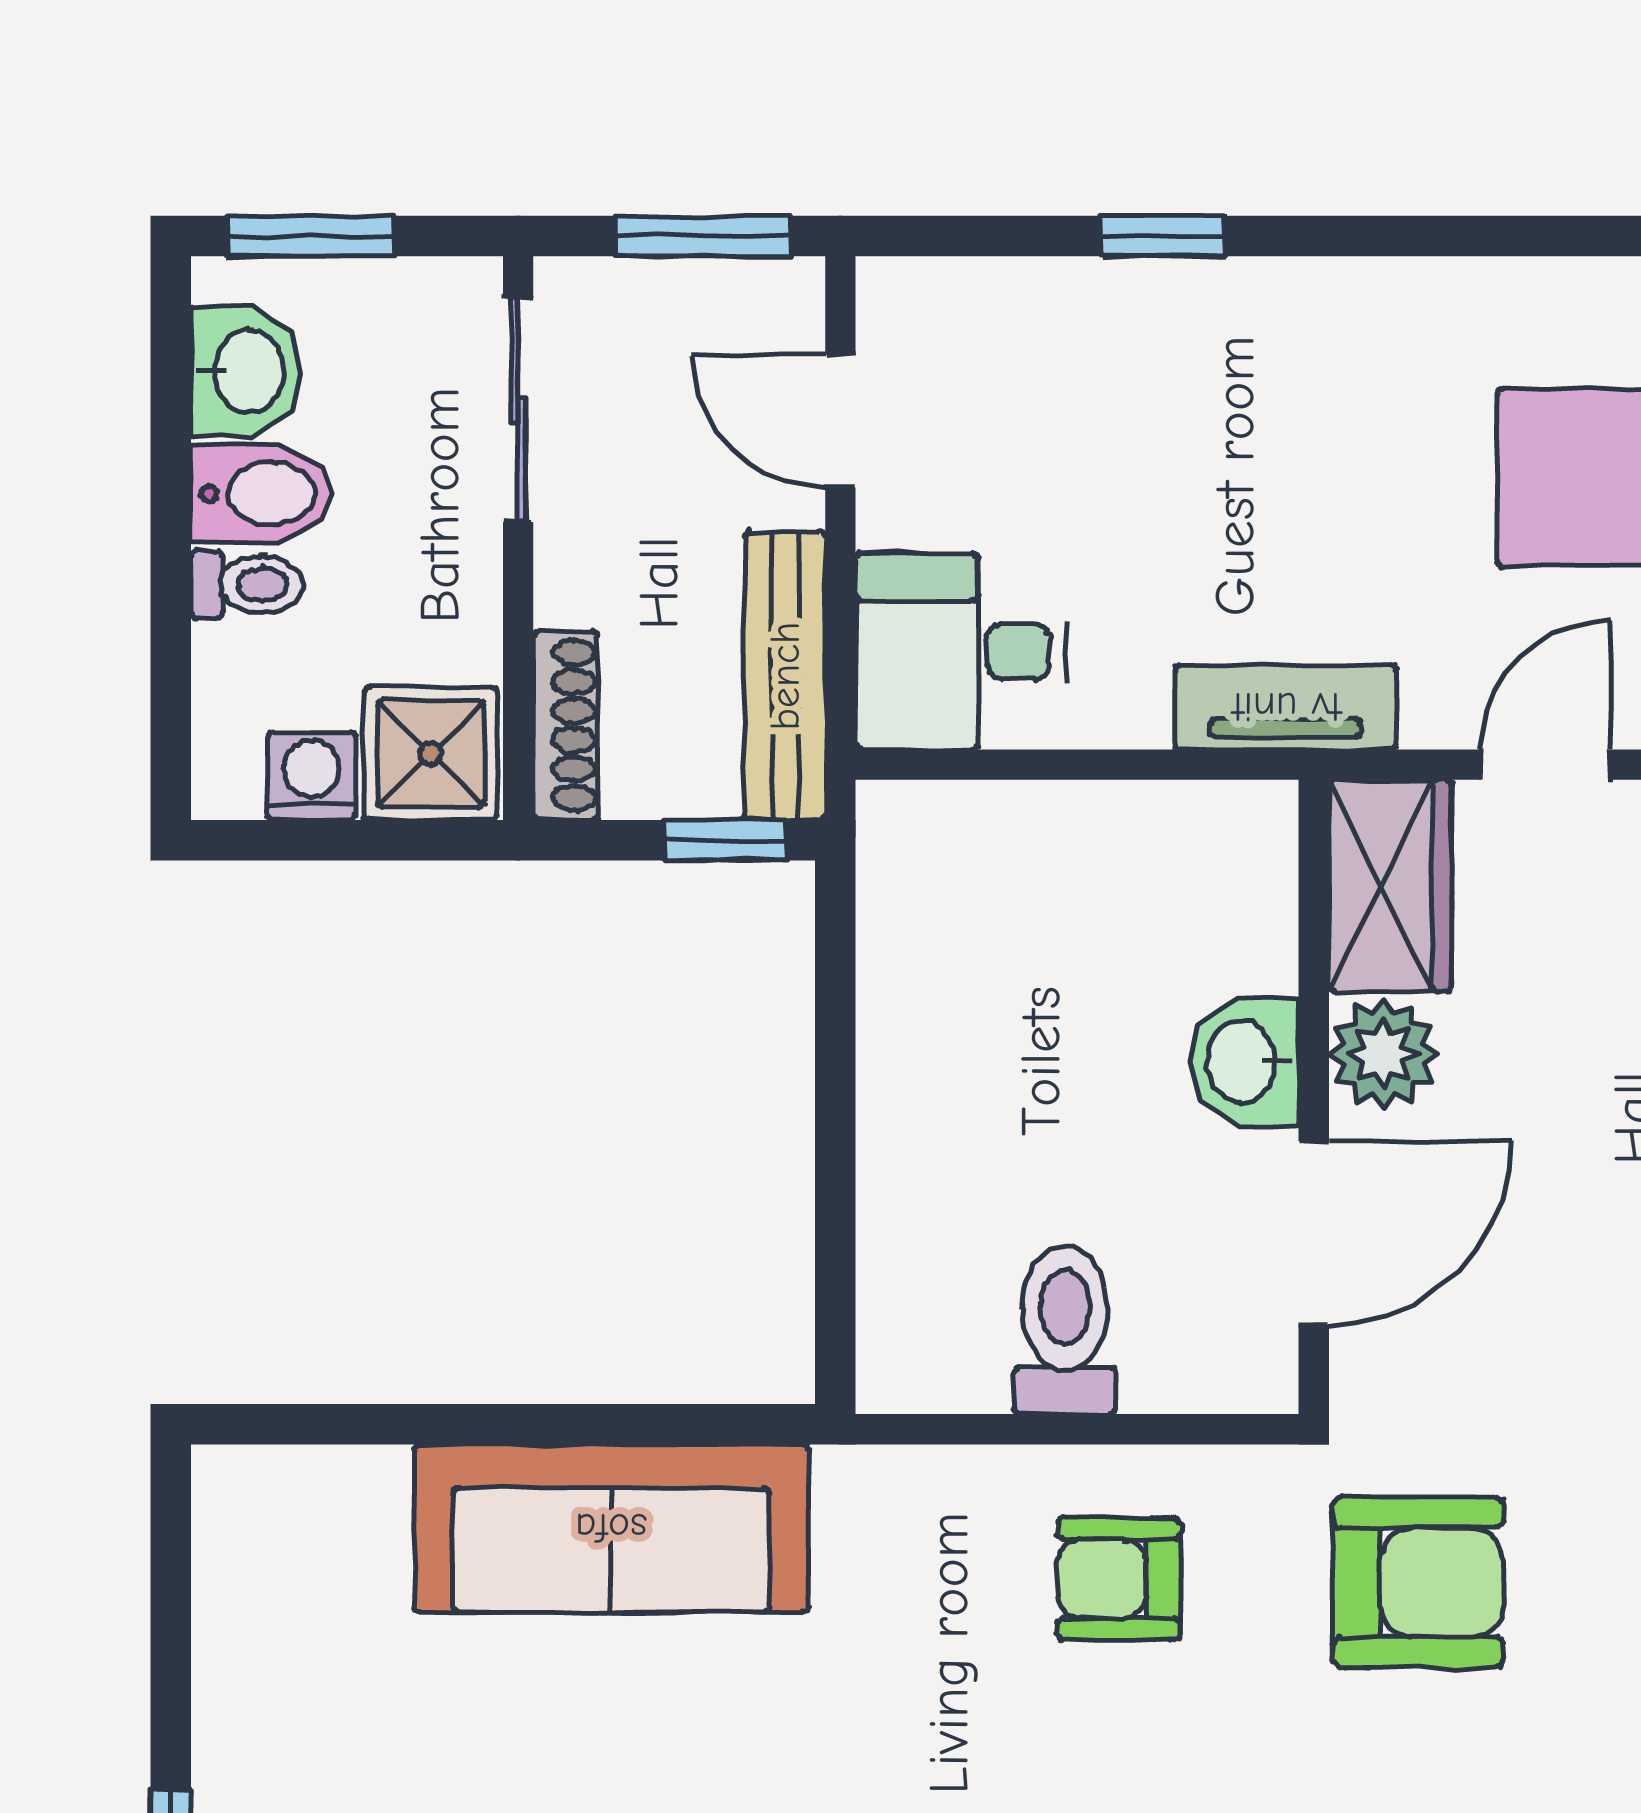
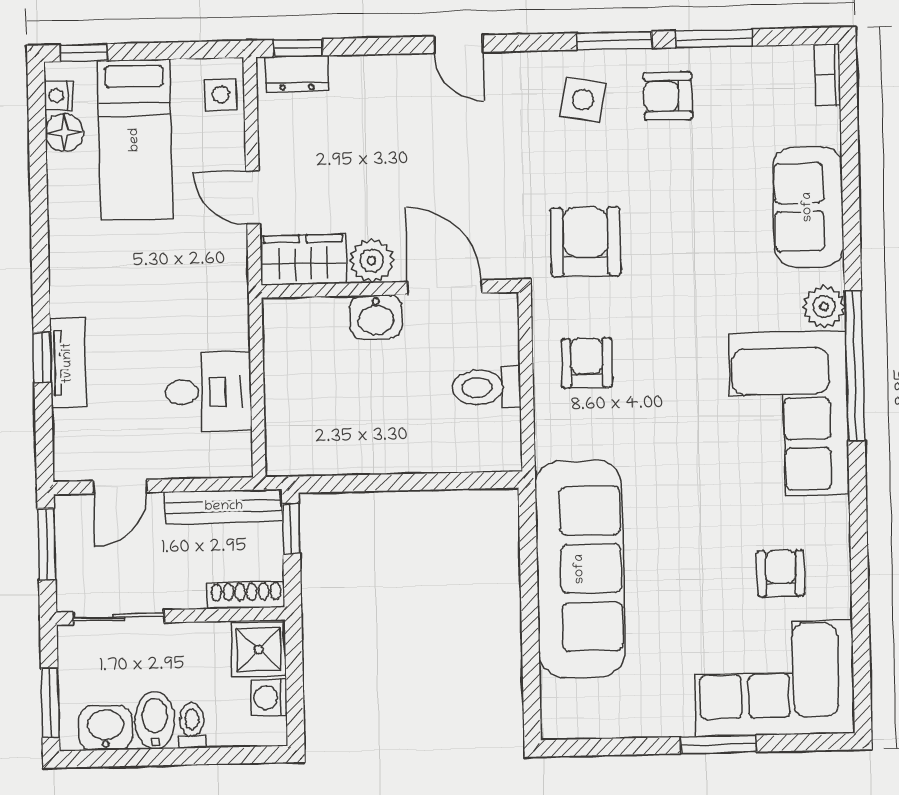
desk: (961, 652) -> (208, 392), moved, turned -90
tv unit: (1286, 707) -> (68, 363), moved, turned 180
sofa: (611, 1528) -> (580, 569), width x1.36, depth x1.27
armchair: (1119, 1579) -> (587, 363), turned 180

